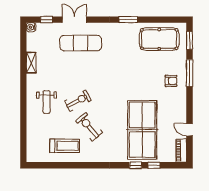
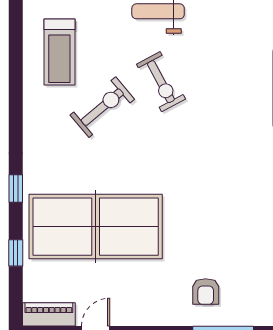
window: (136, 165) -> (16, 189), moved

